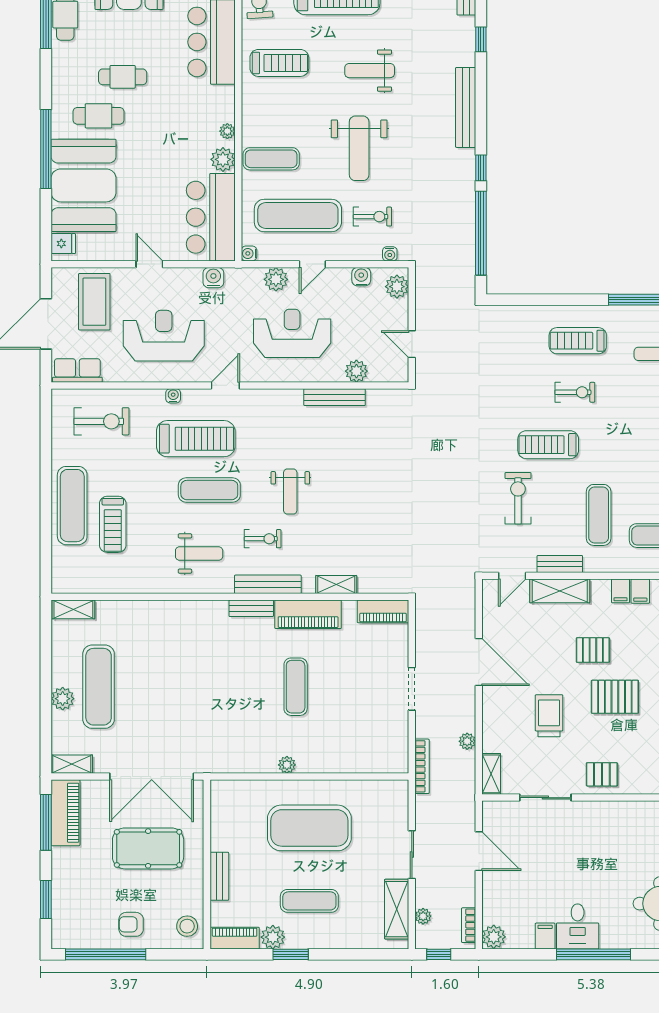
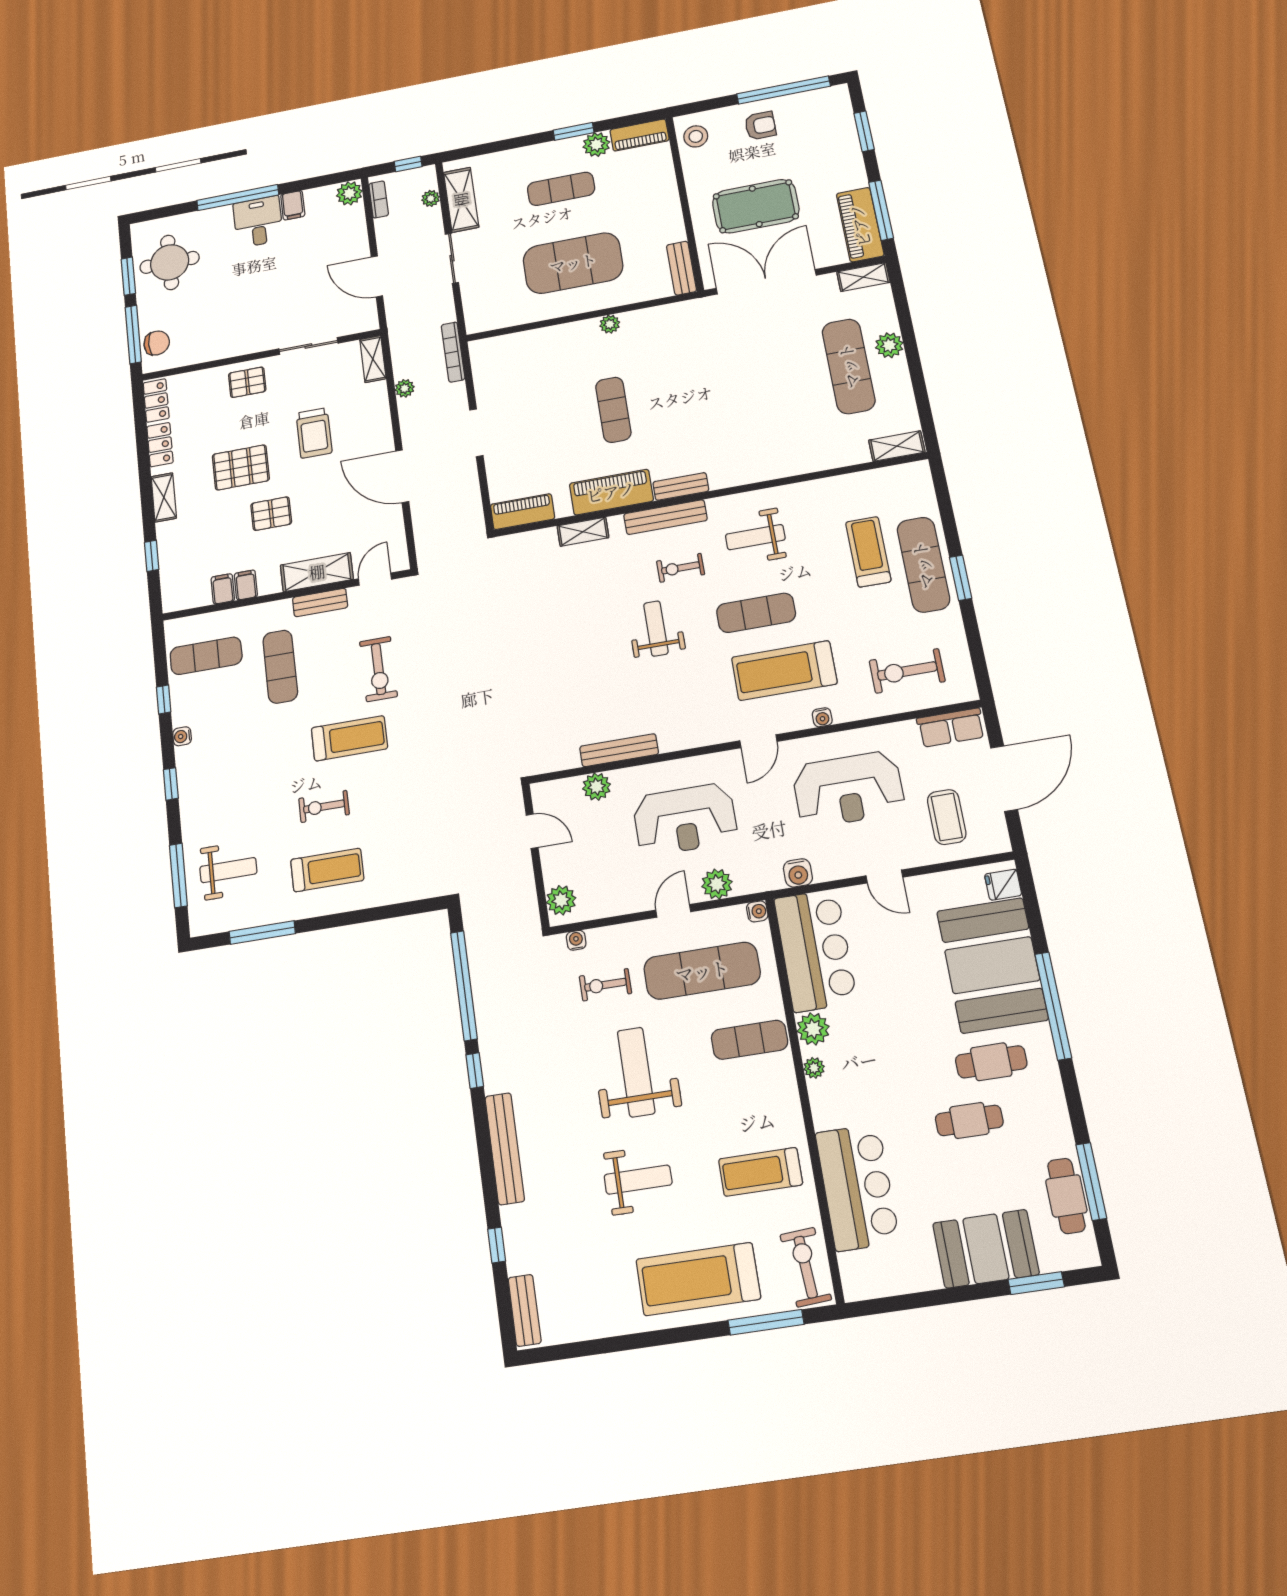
water cooler: (361, 277) -> (608, 905), removed
coffee table: (94, 302) -> (947, 817), width x0.73, depth x0.76
window: (46, 489) -> (961, 578), added
bench: (219, 876) -> (681, 268), moved

